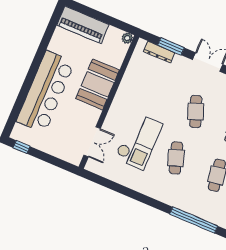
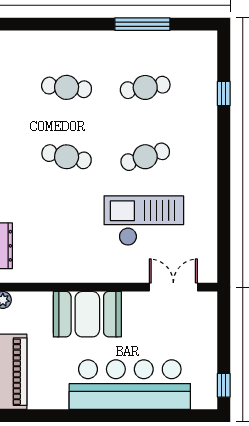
cafe table: (196, 112) -> (67, 157), turned 33
window: (194, 220) -> (224, 94), width x0.32

